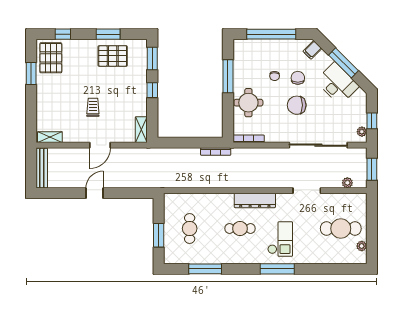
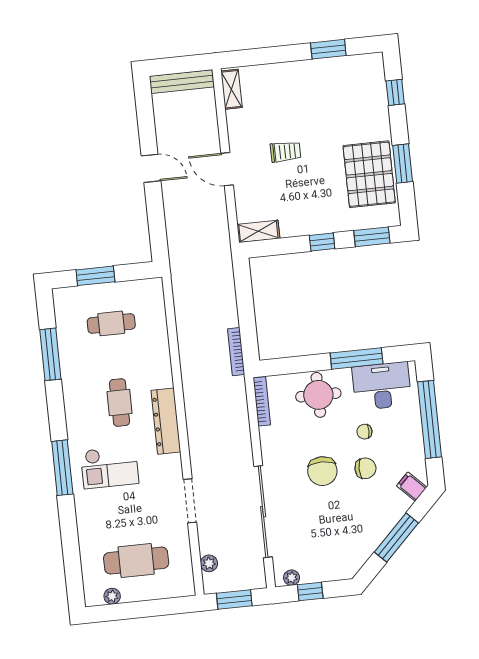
pallet: (113, 56) -> (369, 174), width x1.37, depth x1.41
pallet: (51, 58) -> (356, 77), removed
desk: (337, 84) -> (382, 386), moved, turned -135
chair: (297, 105) -> (322, 471), turned 180
cafe table: (341, 229) -> (136, 561), turned 90

